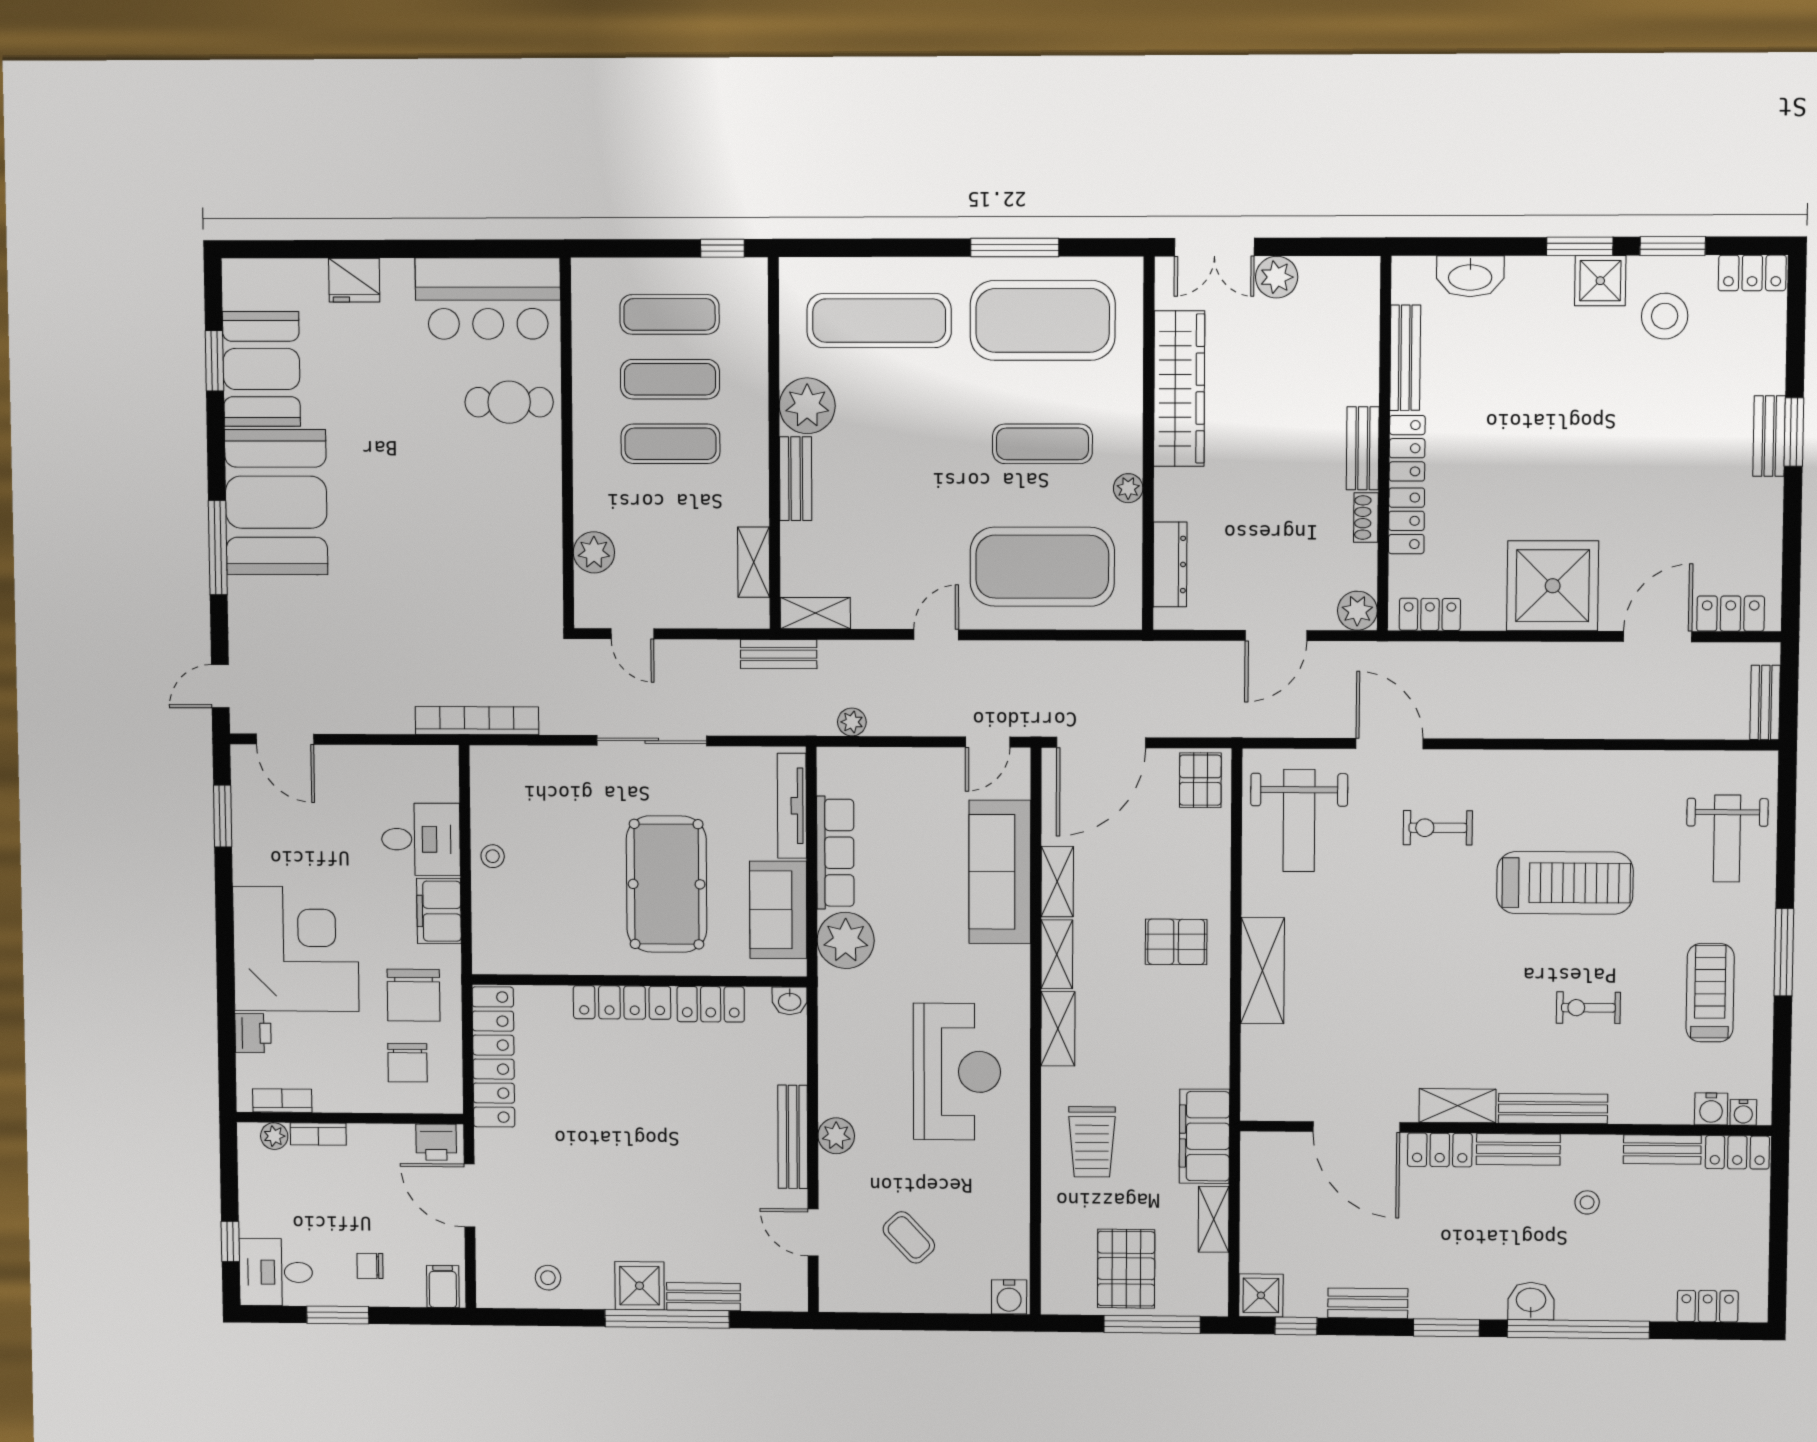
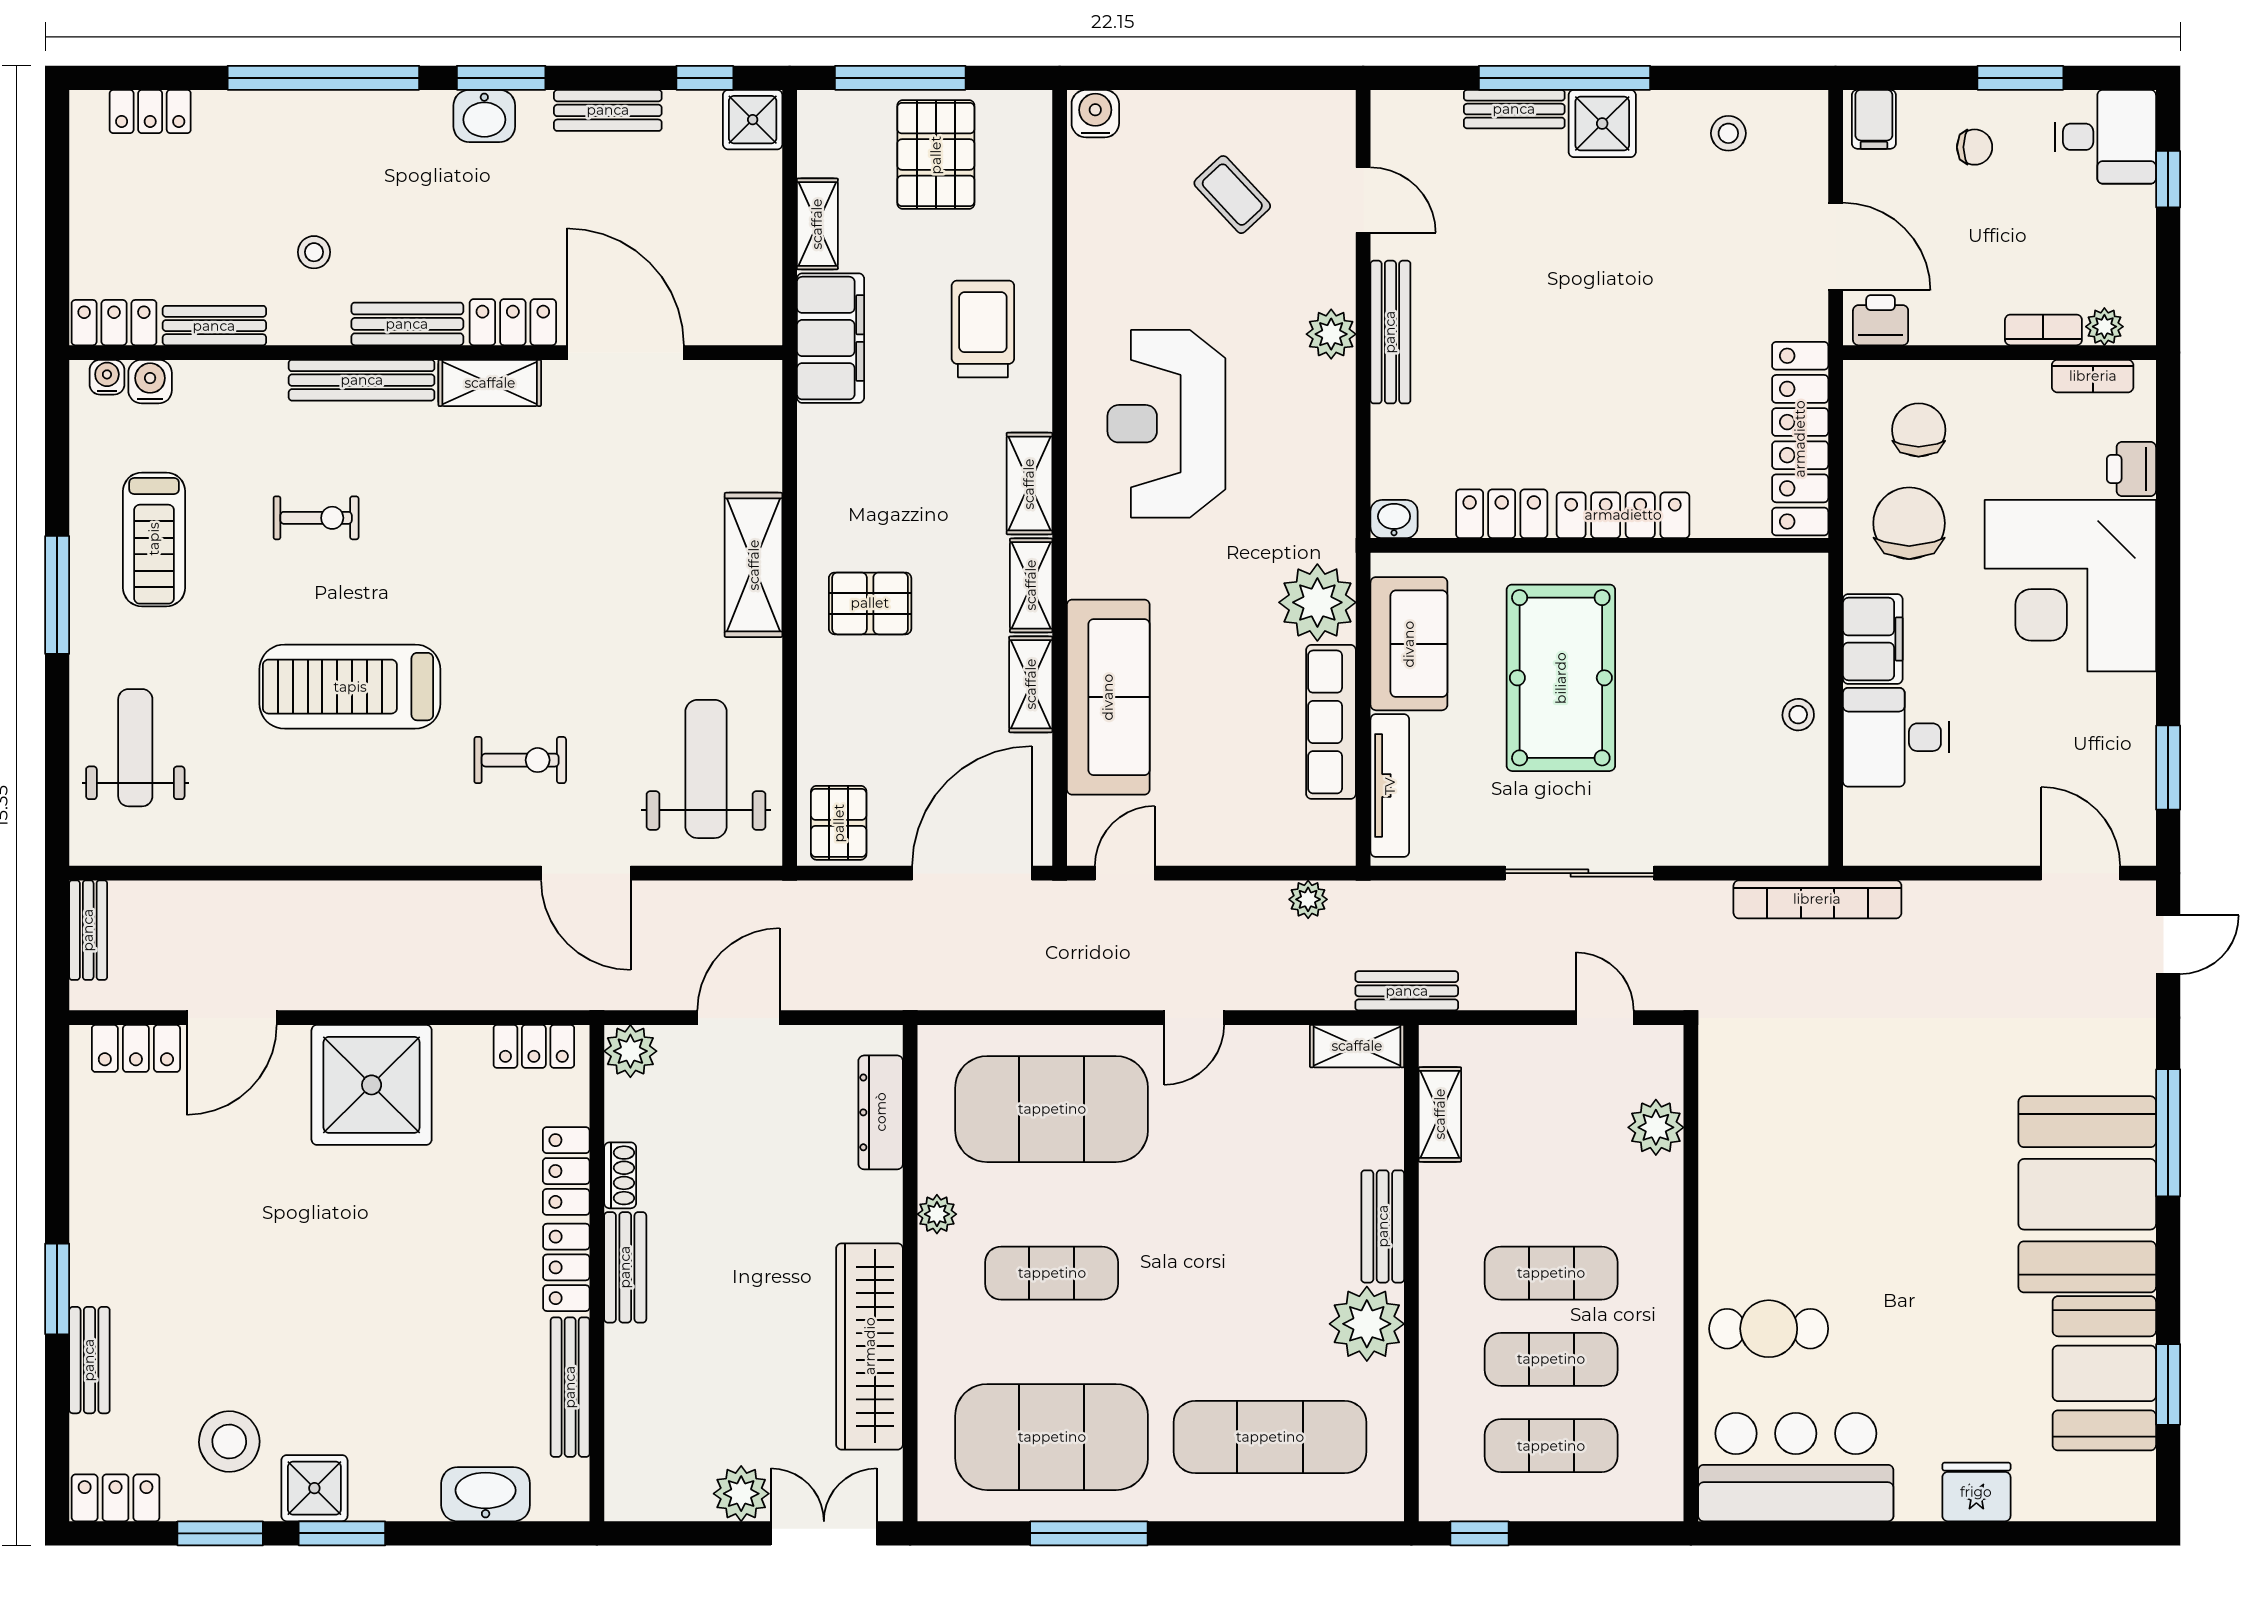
bench: (1769, 436) -> (89, 1360), moved
washbasin: (1531, 1301) -> (484, 116), moved

